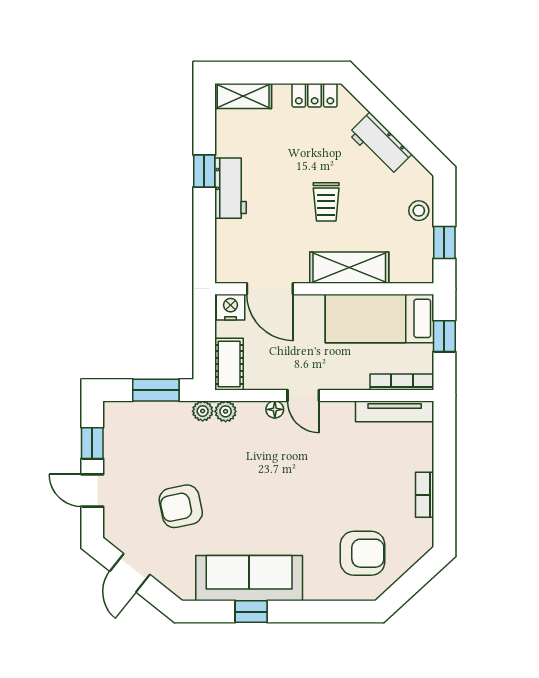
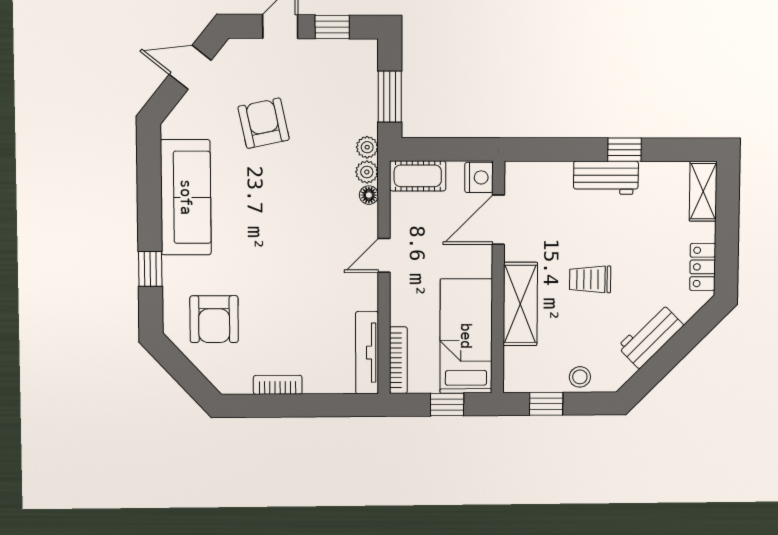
floor lamp: (275, 409) -> (369, 195), moved
window: (251, 612) -> (150, 269), moved

